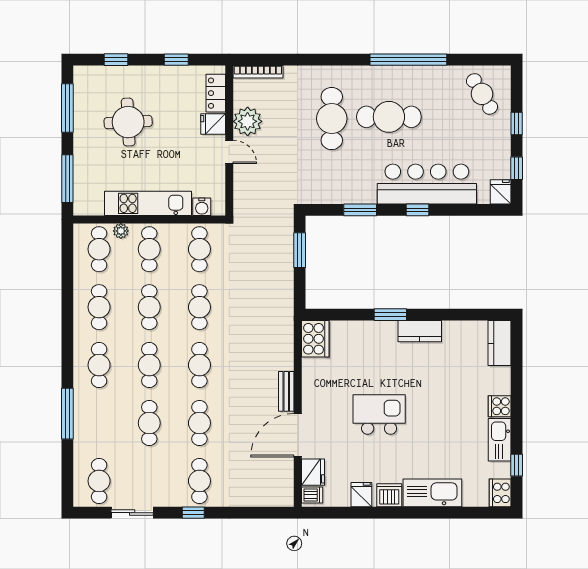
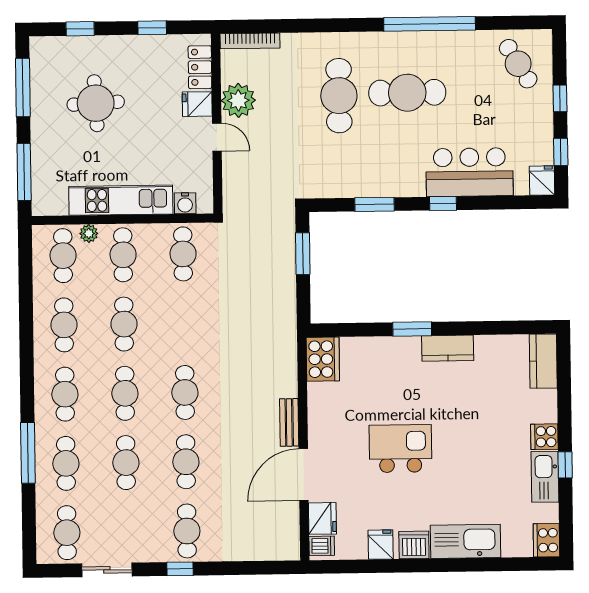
bar counter: (427, 184) -> (470, 172), width x0.73
cafe table: (199, 307) -> (66, 463), moved
window: (517, 465) -> (565, 465), moved

